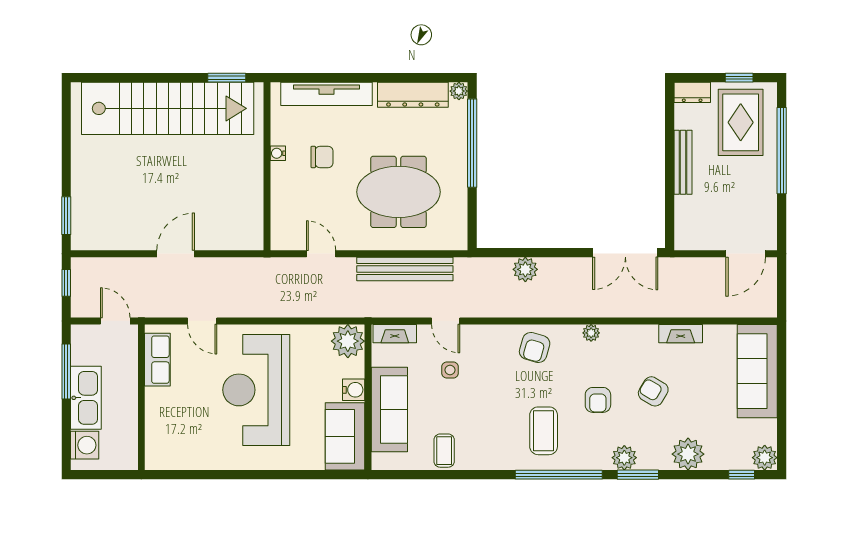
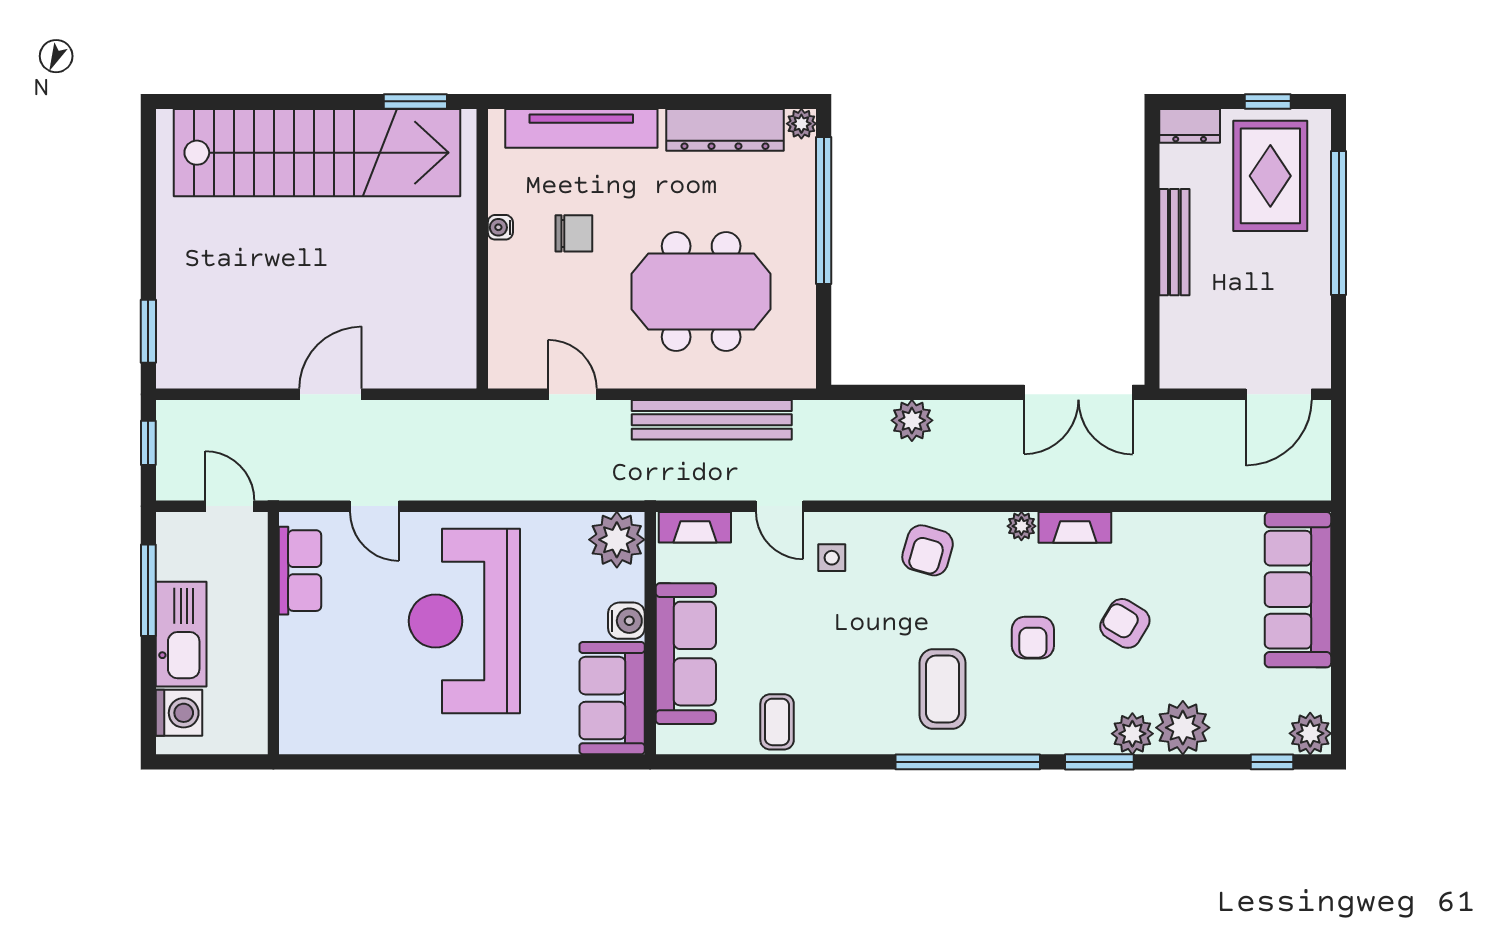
fireplace: (681, 334) -> (1075, 527), moved
side table: (450, 370) -> (832, 558), moved
plant: (624, 458) -> (1132, 734), moved

